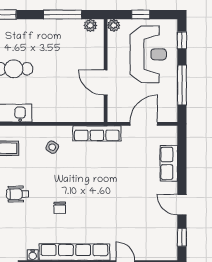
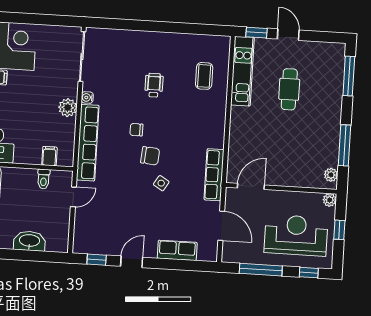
reception desk: (148, 54) -> (296, 235), turned 180
door: (106, 83) -> (251, 186), moved
side table: (52, 147) -> (161, 183), moved
chair: (83, 194) -> (150, 156), added

